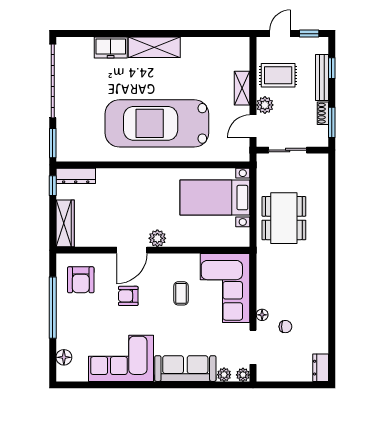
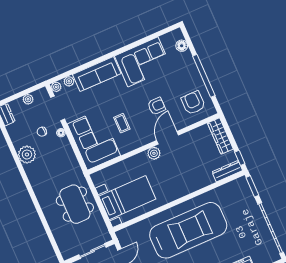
plant: (317, 306) -> (27, 155), added
plant: (285, 375) -> (28, 99), added

